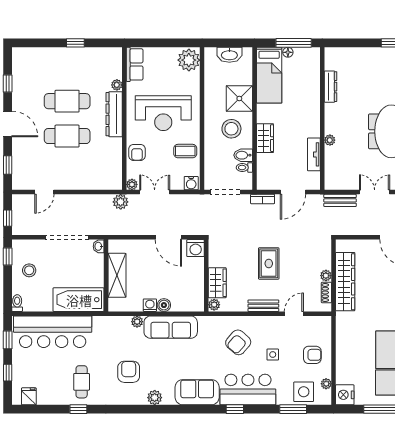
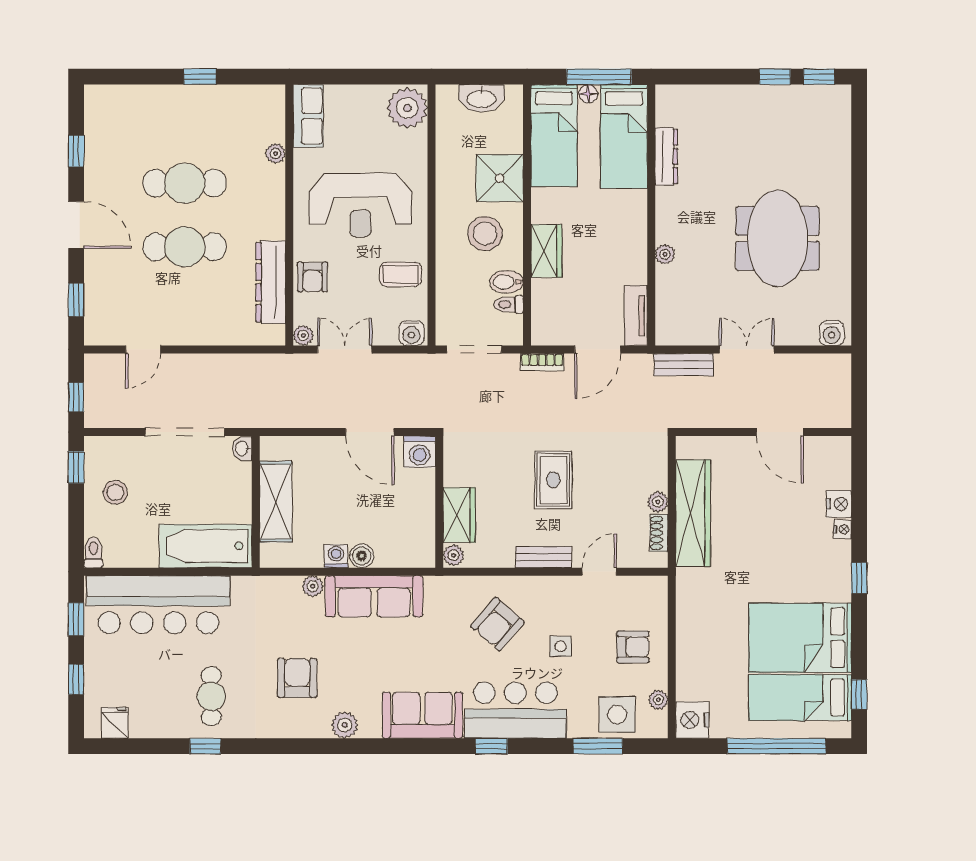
bed: (307, 76) -> (624, 136), added
dresser: (114, 114) -> (271, 282), moved
tv unit: (314, 154) -> (636, 315), moved
plant: (121, 202) -> (282, 367), removed

